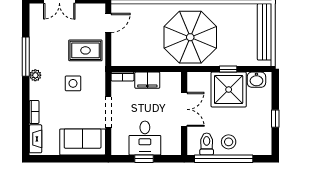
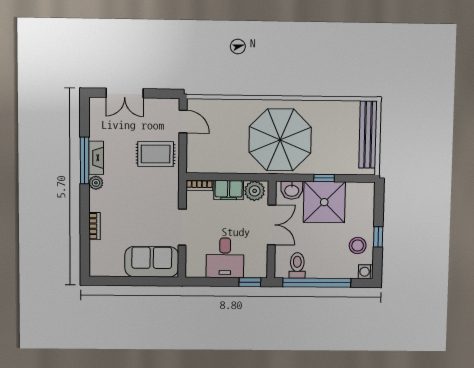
door: (108, 23) -> (183, 122), hinge flipped
washbasin: (256, 80) -> (292, 190), moved
plant: (169, 81) -> (255, 191), added
side table: (73, 83) -> (141, 193), removed
fireplace: (36, 139) -> (96, 158), moved
stool: (229, 142) -> (358, 246), moved
washing machine: (265, 149) -> (366, 272), added
window: (144, 159) -> (250, 282), moved

